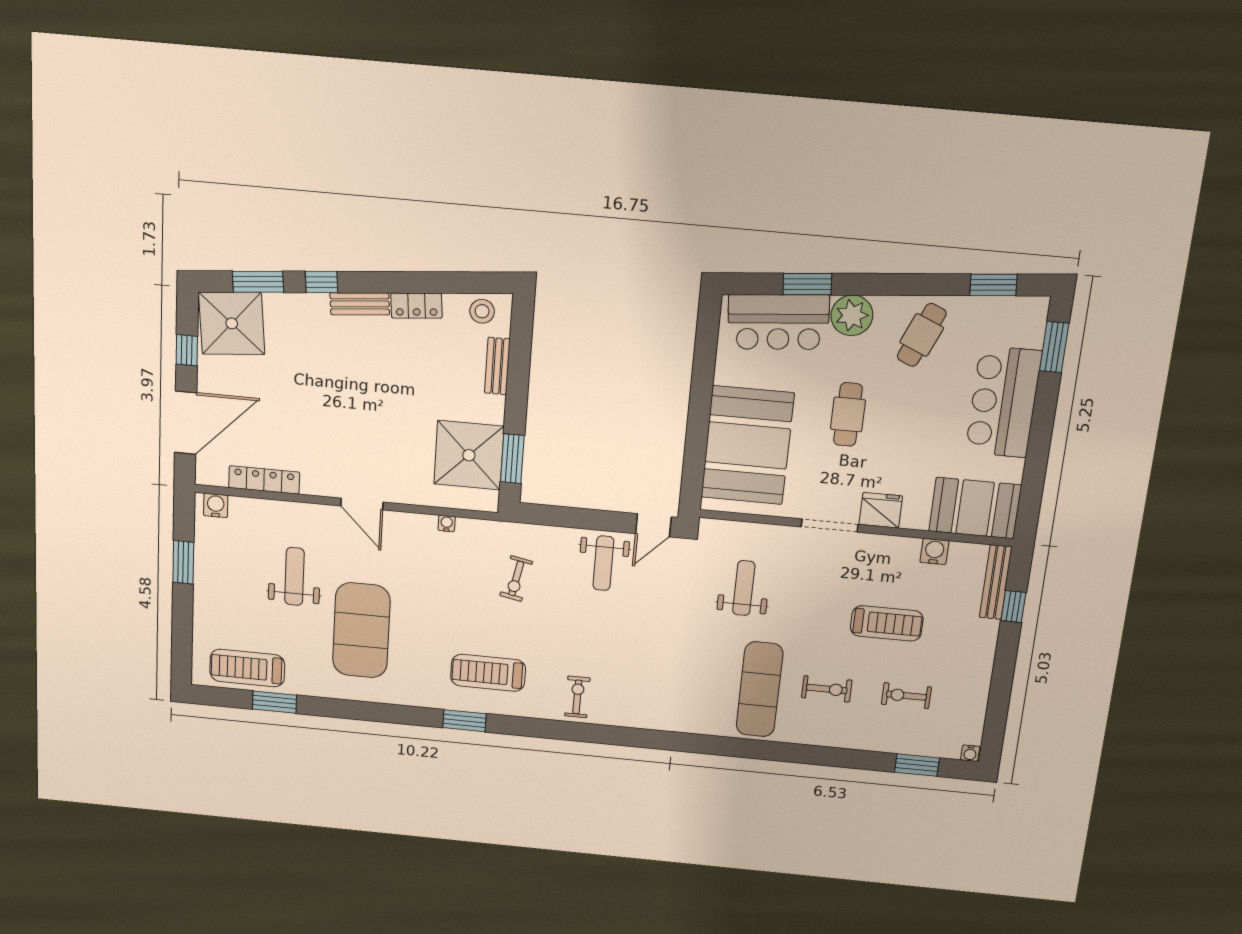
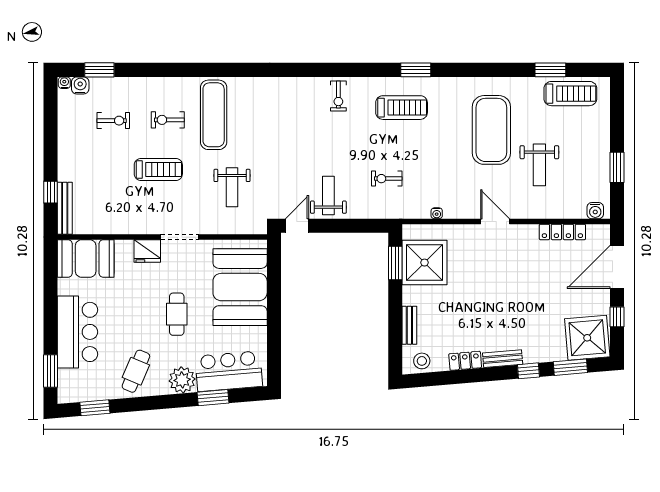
water cooler: (934, 551) -> (80, 85), moved, turned 180
exercise bike: (516, 579) -> (387, 179), turned -101
treadmill: (887, 623) -> (158, 169), moved, turned 180

